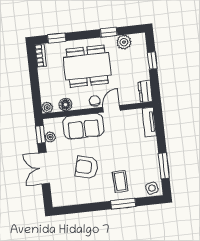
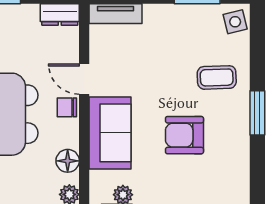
armchair: (87, 167) -> (184, 135), turned 76
window: (123, 204) -> (257, 113), moved

